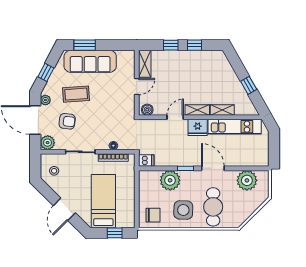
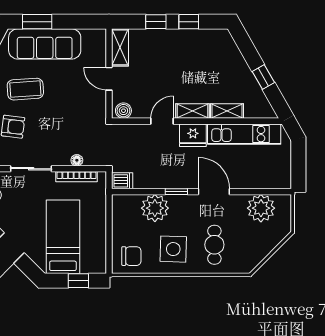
door: (137, 87) -> (109, 79), swing flipped
cafe table: (213, 207) -> (214, 245), width x0.73, depth x0.74

